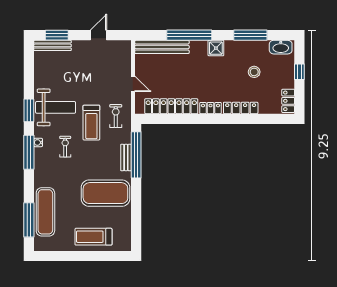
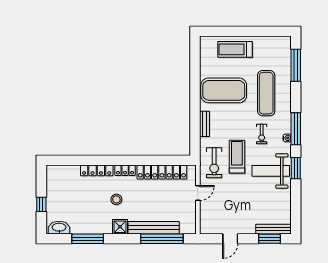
window: (189, 35) -> (162, 239), moved
bench: (162, 47) -> (154, 228), moved
stool: (254, 72) -> (116, 199), moved
door: (133, 84) -> (198, 193), swing flipped
locker: (288, 101) -> (52, 177), removed
exercise bike: (116, 116) -> (214, 163), width x1.38, depth x1.39
window: (136, 155) -> (195, 126), removed
exercise mat: (45, 212) -> (266, 93), moved
treadmill: (93, 237) -> (235, 49), turned 180

